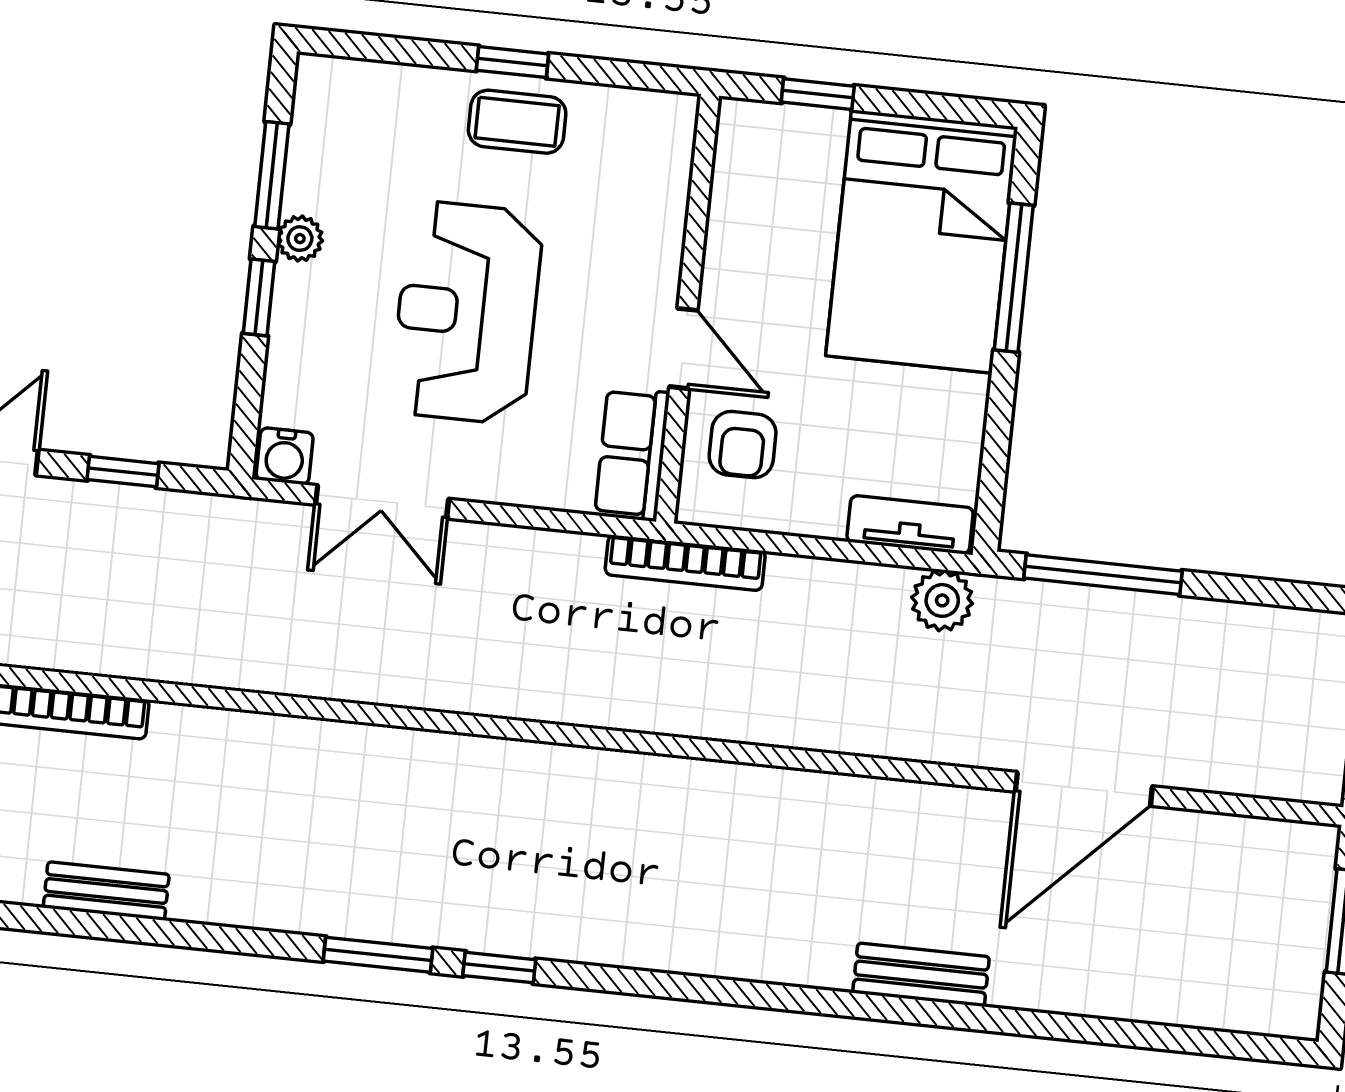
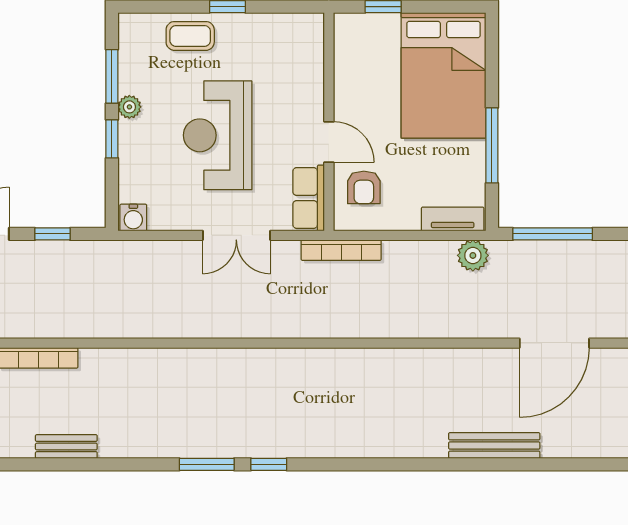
coffee table: (517, 122) -> (190, 36), moved
window: (1014, 278) -> (492, 145), moved
double door: (382, 502) -> (236, 235), moved
bench: (921, 975) -> (494, 446), width x1.36

